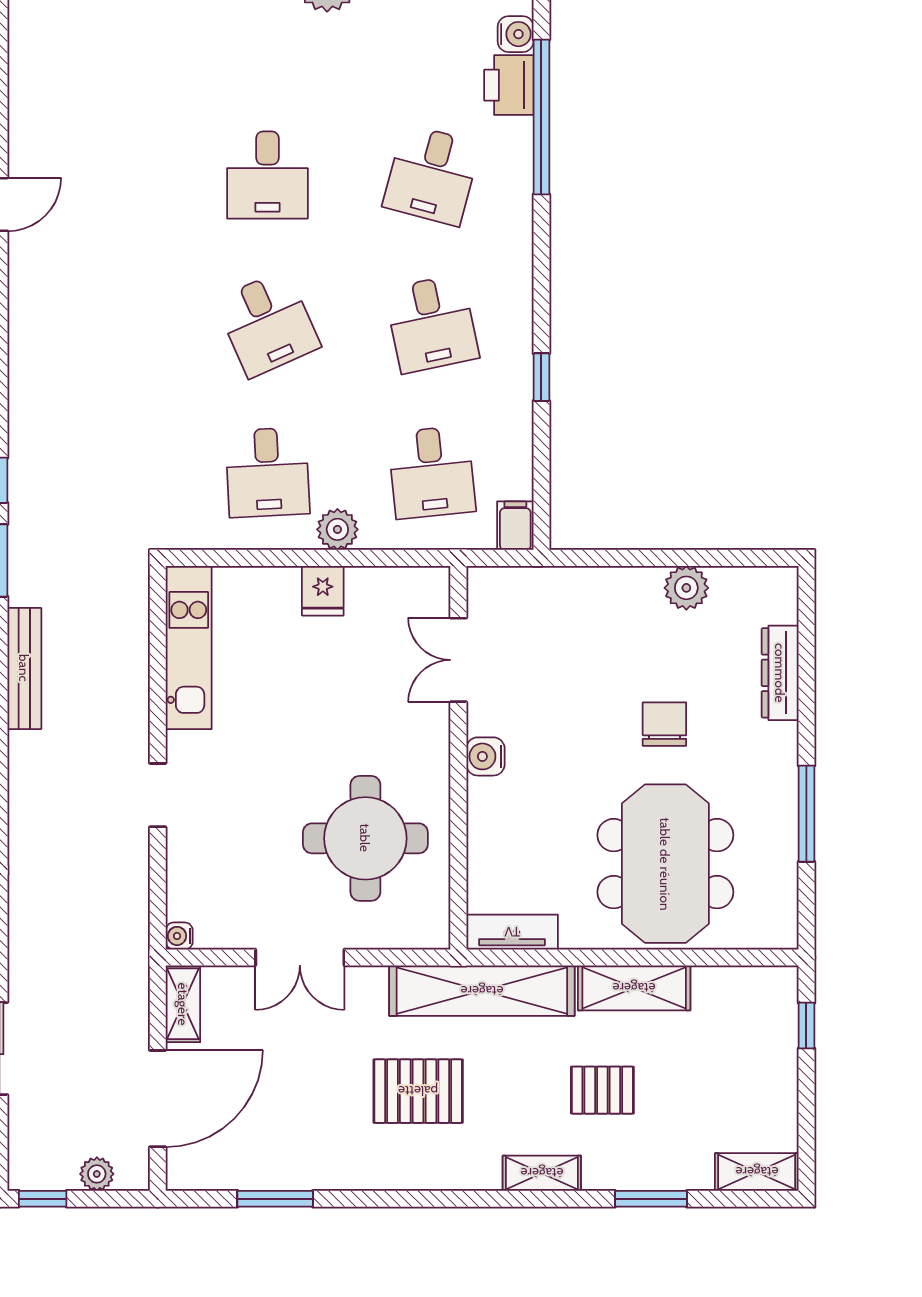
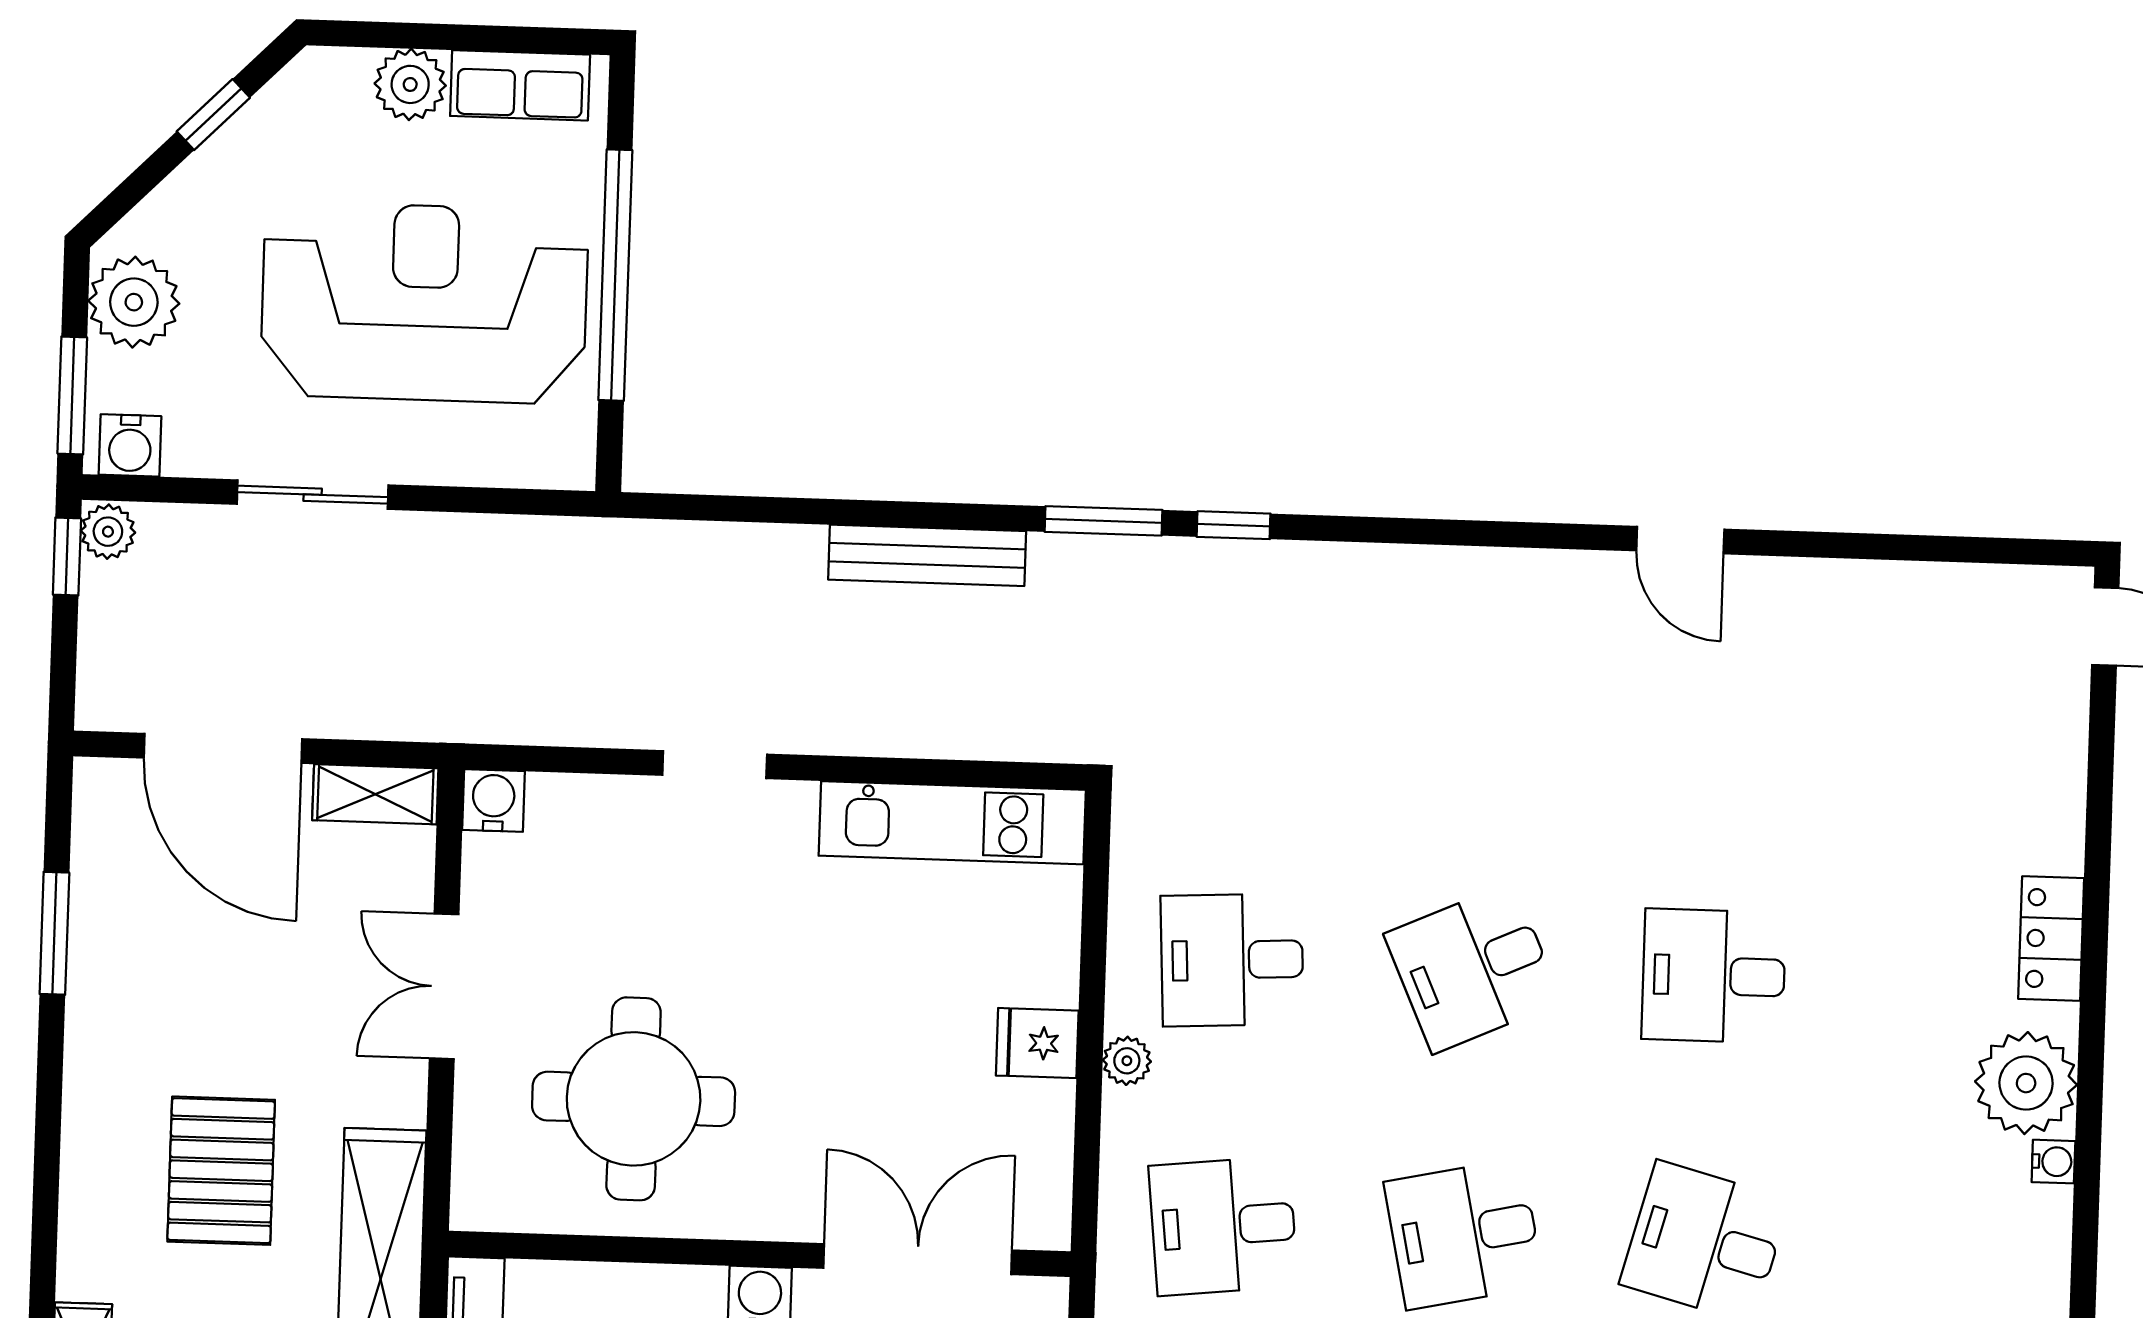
plant: (337, 529) -> (1127, 1061), width x0.73, depth x0.73
double door: (458, 660) -> (918, 1259), width x1.37
water cooler: (179, 936) -> (493, 801), width x1.38, depth x1.38
plant: (97, 1174) -> (108, 532), moved

